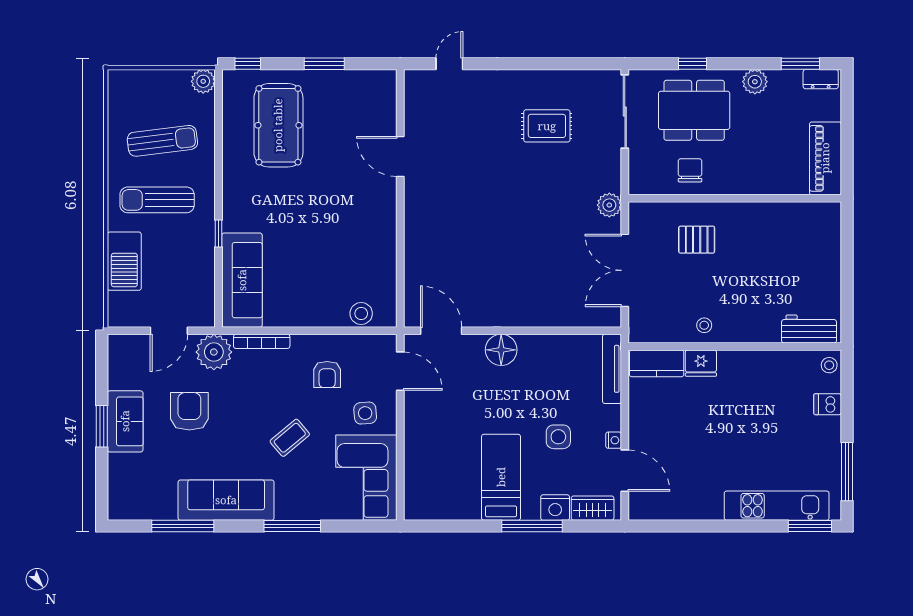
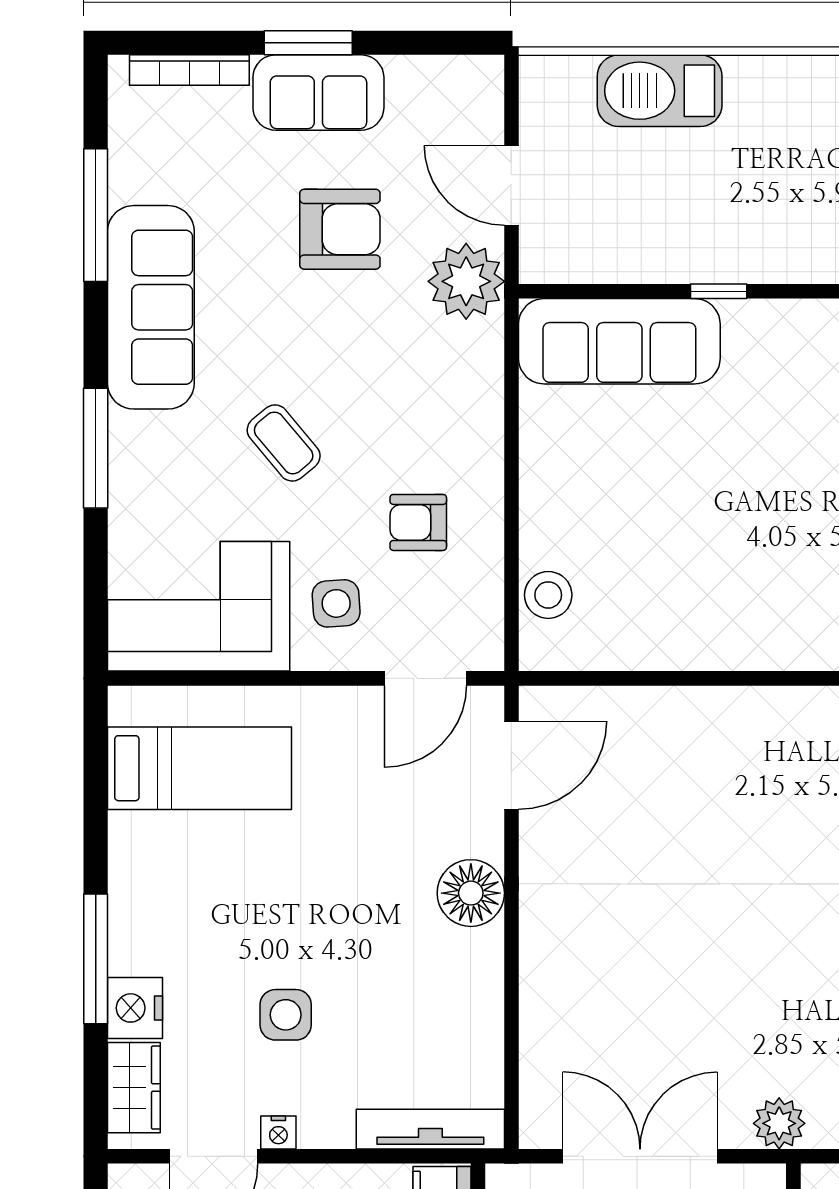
sun lounger: (157, 200) -> (790, 160), removed
bookcase: (262, 341) -> (189, 70), moved, turned -90
bed: (501, 477) -> (199, 768), moved

